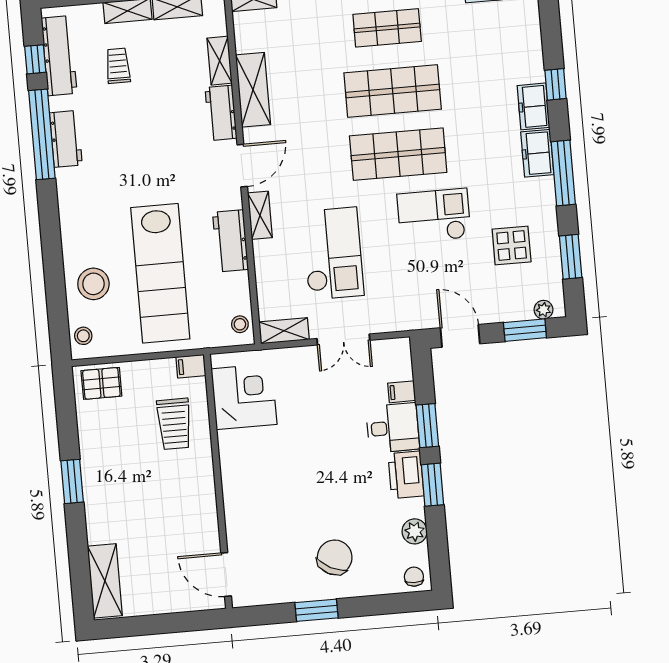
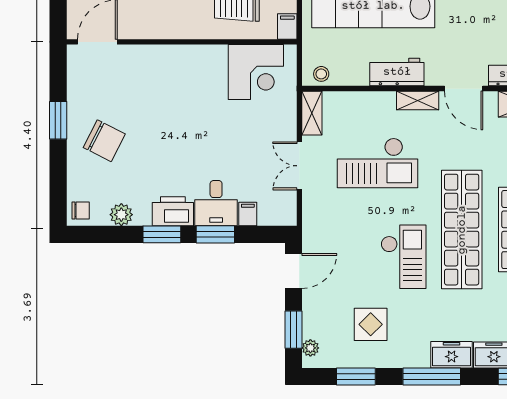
shop shelf: (398, 154) -> (462, 230), width x1.40

